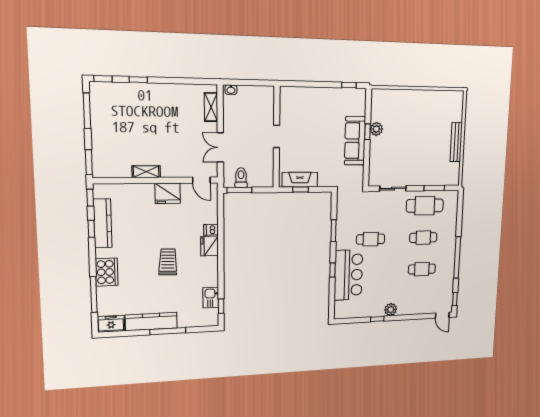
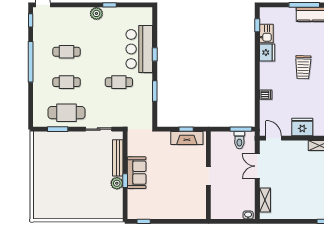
sofa: (355, 141) -> (137, 173), width x0.73
bench: (456, 142) -> (118, 158), moved
double door: (220, 147) -> (257, 166), swing flipped
fridge: (210, 246) -> (267, 52), moved

